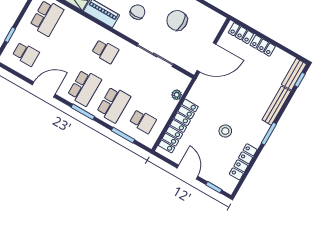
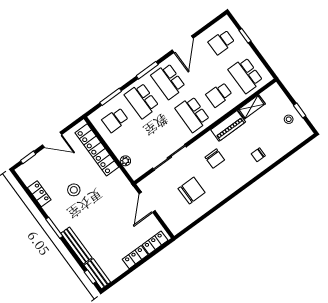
school desk: (76, 35) -> (219, 95), added
school desk: (105, 51) -> (192, 114), width x1.85
door: (207, 57) -> (147, 202), width x0.73
locker: (243, 162) -> (39, 194), width x0.66

